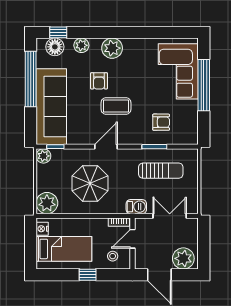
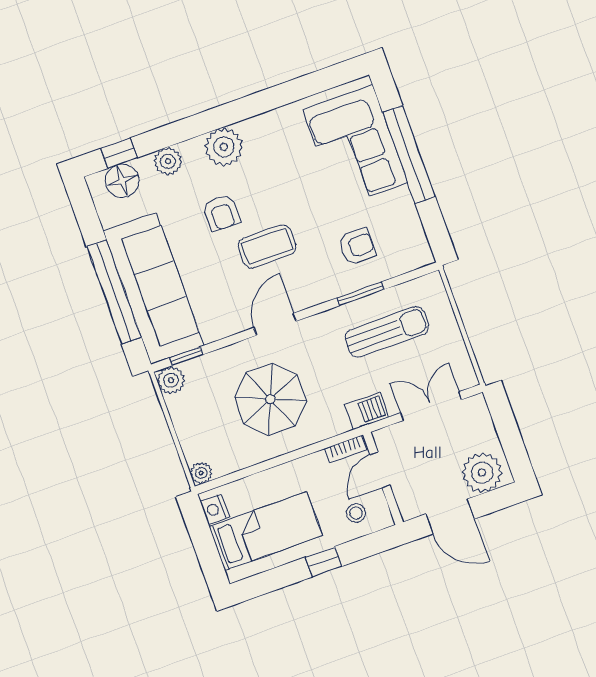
window: (31, 79) -> (114, 292), moved
plant: (47, 203) -> (201, 473), width x0.53, depth x0.53

